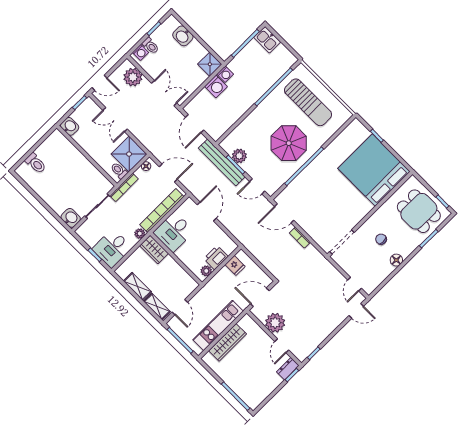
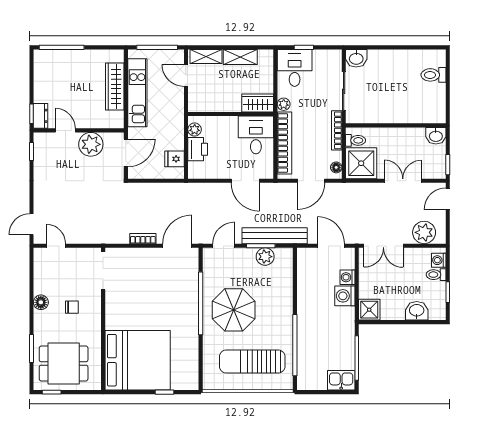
washing machine: (225, 74) -> (347, 277), moved

